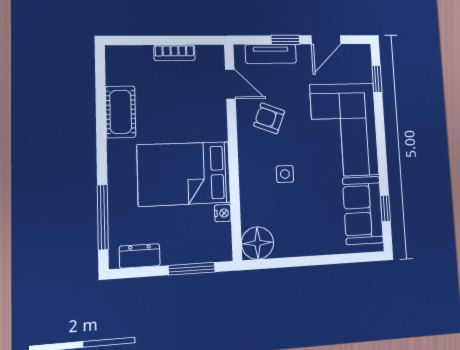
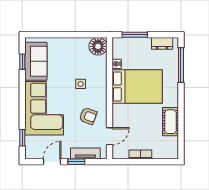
door: (230, 84) -> (110, 136), swing flipped

